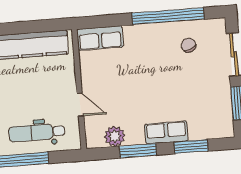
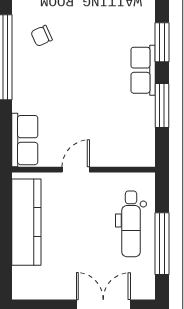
door: (80, 104) -> (76, 170), moved
plant: (115, 136) -> (143, 132), removed

